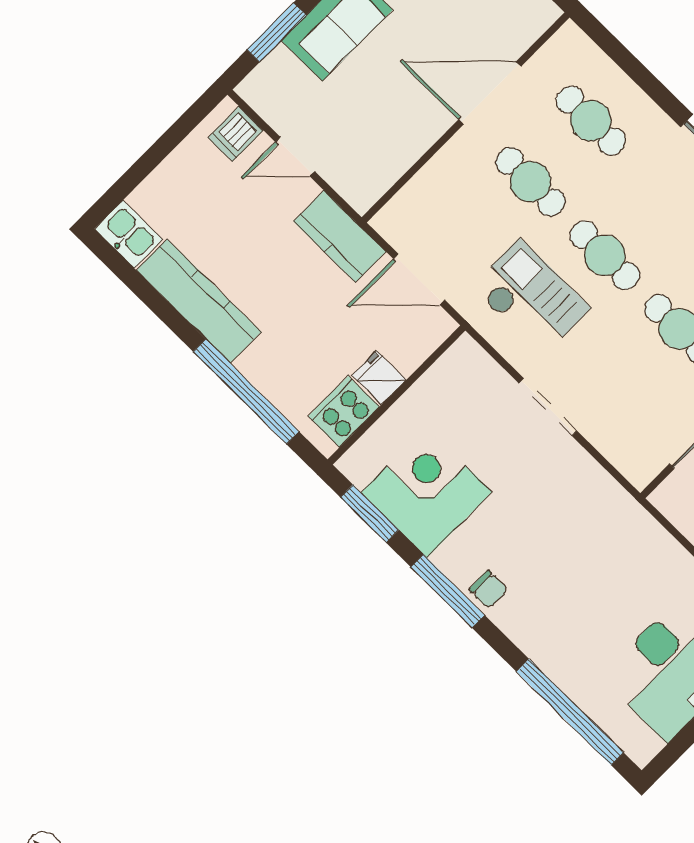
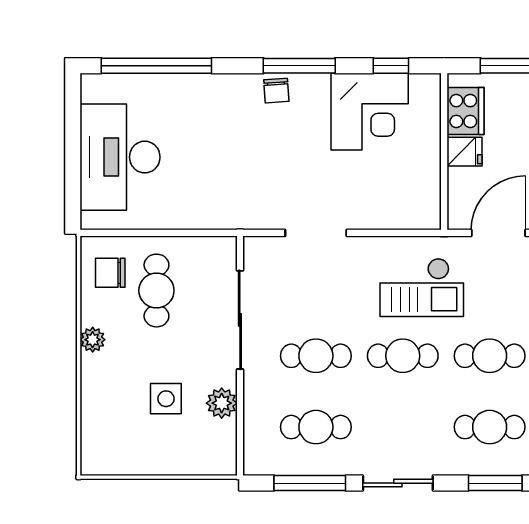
window: (633, 68) -> (495, 483), added
doorway: (548, 407) -> (316, 233), moved
window: (369, 514) -> (391, 66), width x0.67
chair: (488, 589) -> (276, 91), turned -94

